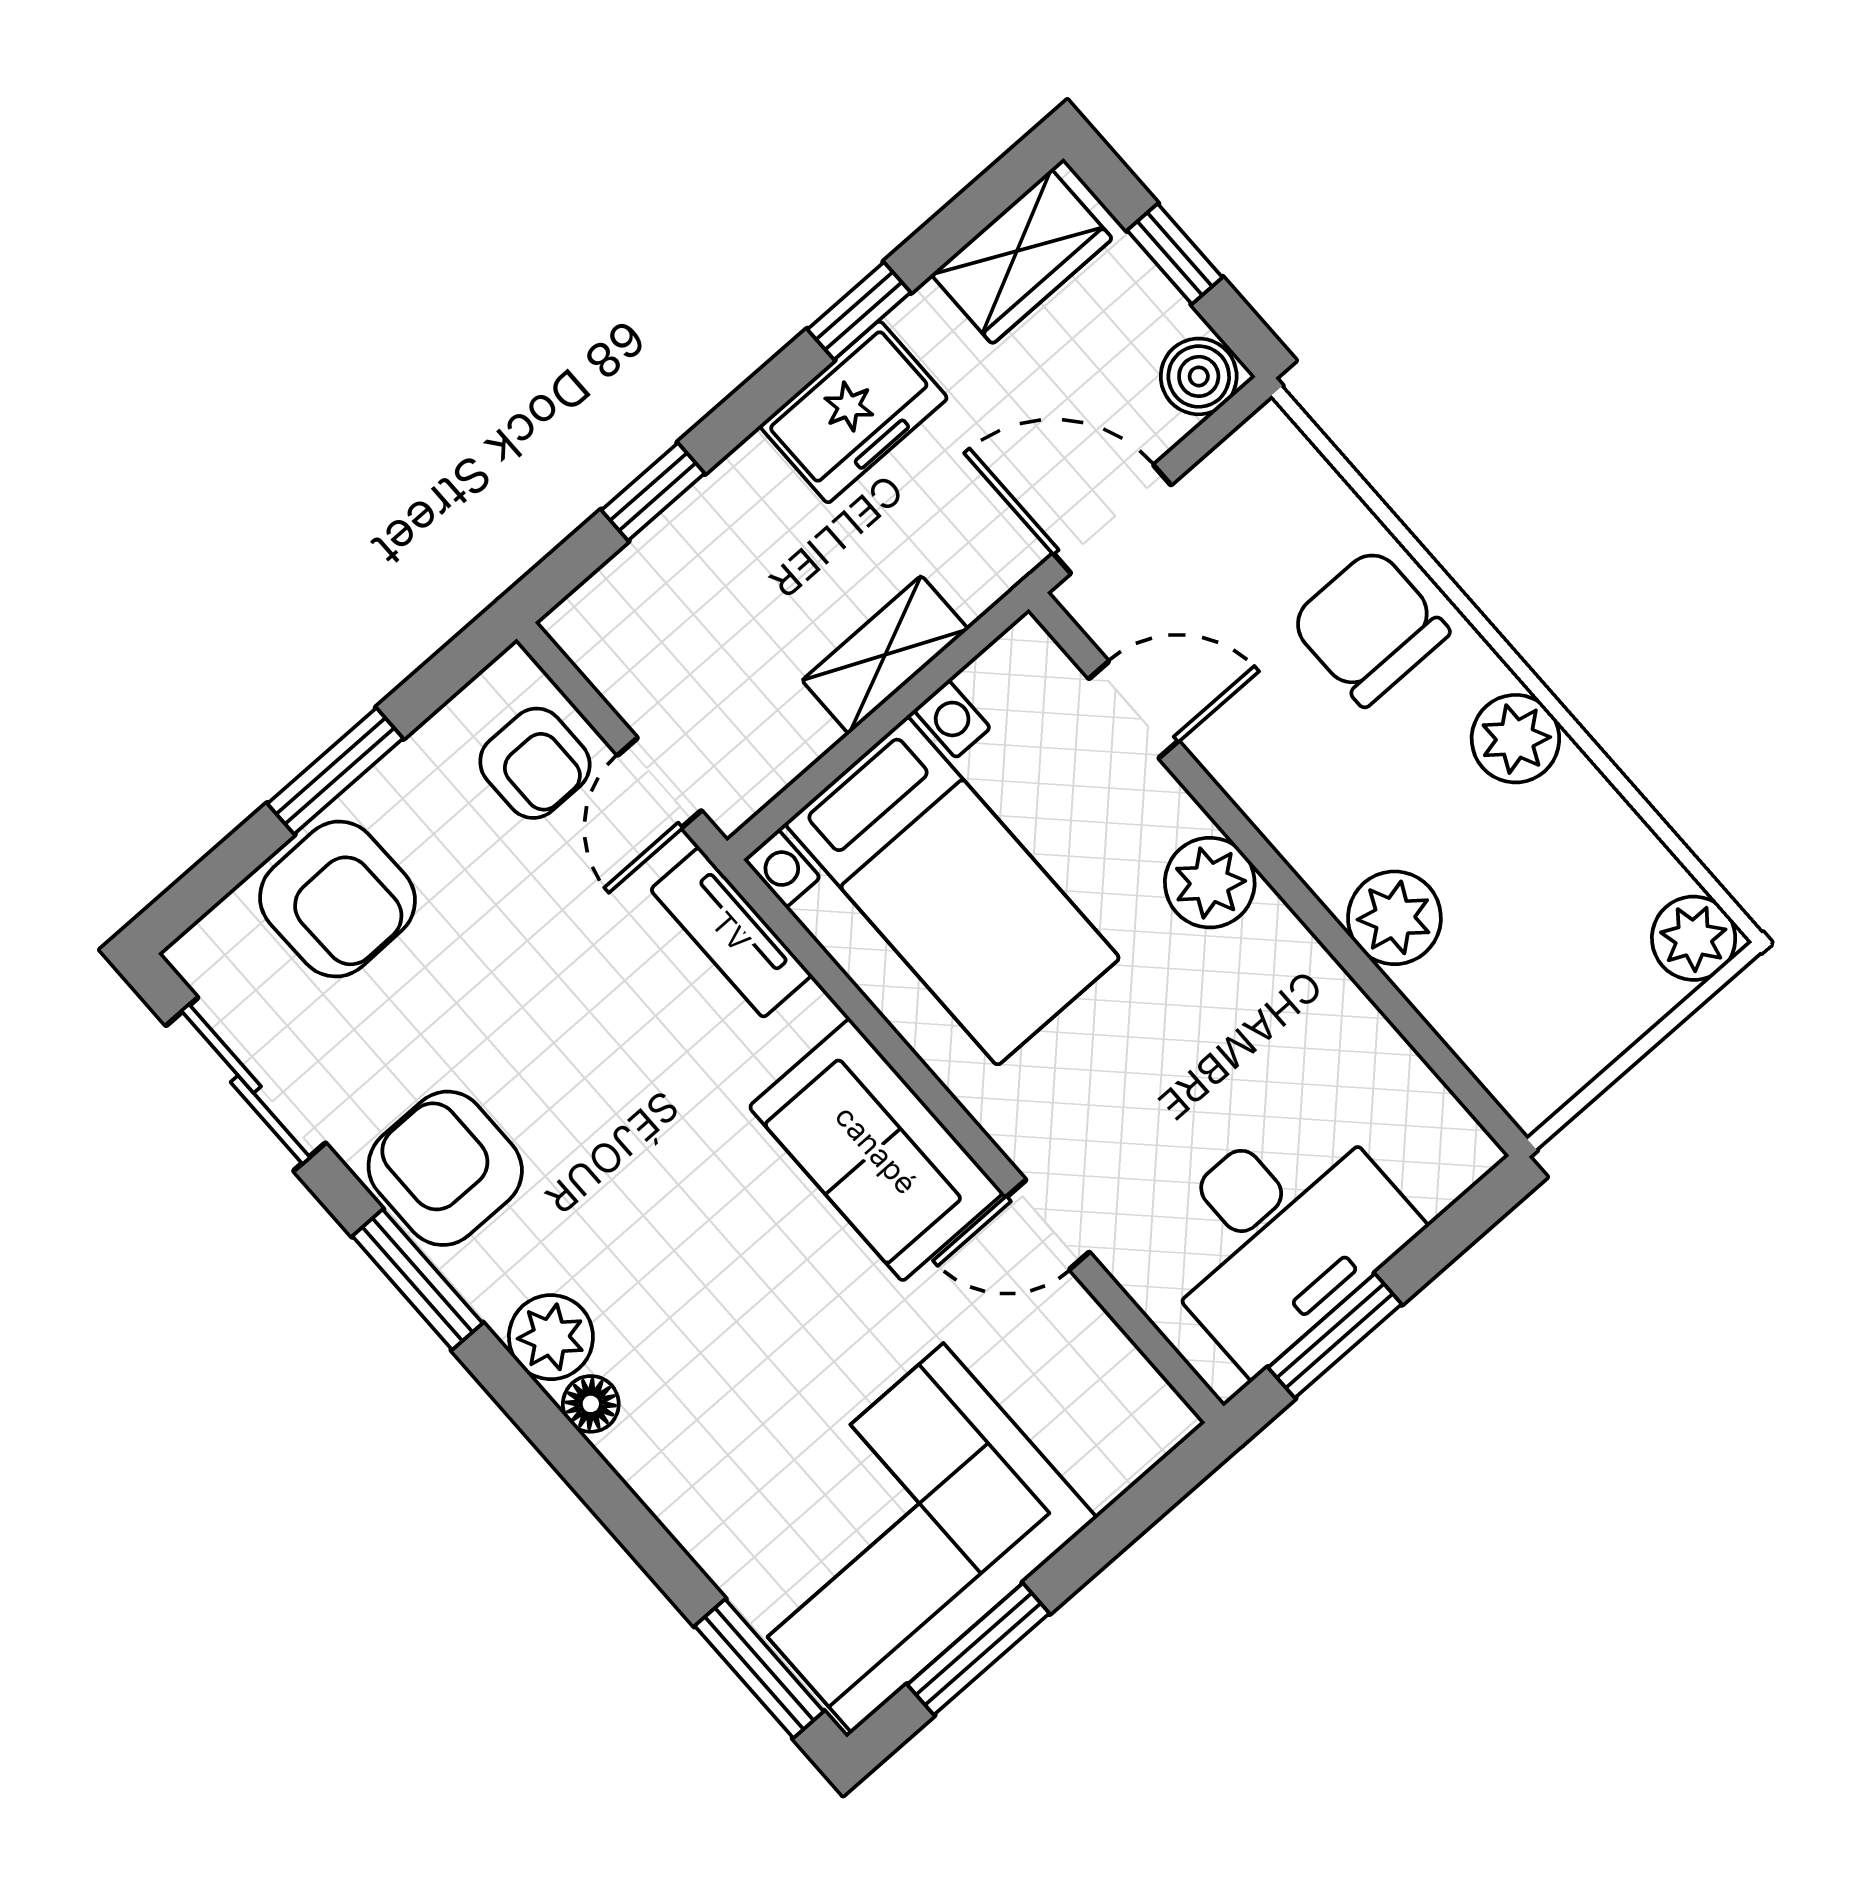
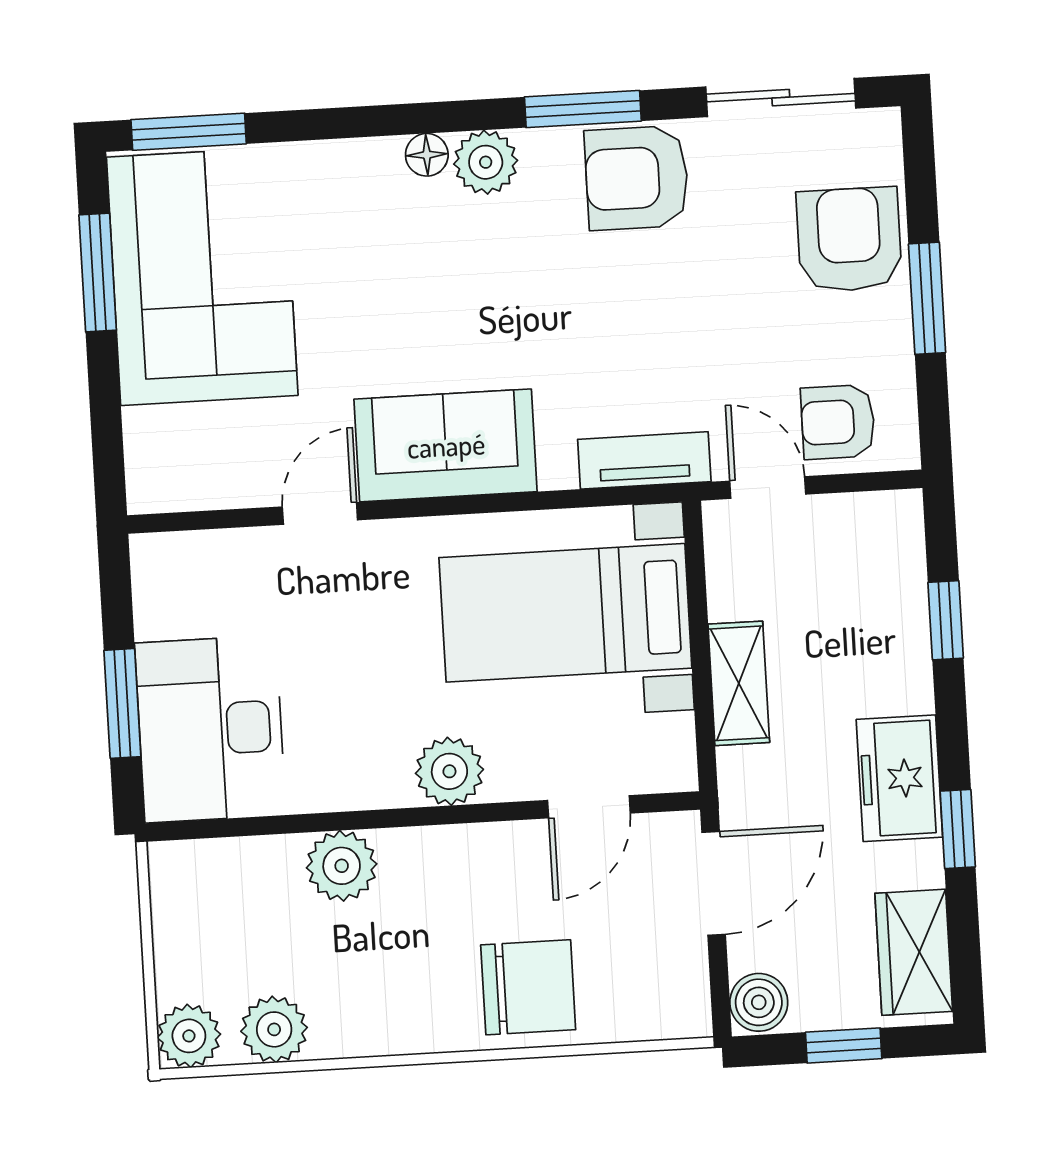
plant: (1515, 739) -> (274, 1029), moved
armchair: (338, 899) -> (849, 240), turned 91
armchair: (445, 1168) -> (637, 178), turned 180
desk: (1279, 1234) -> (210, 729), moved
window: (1335, 1336) -> (122, 703), moved

